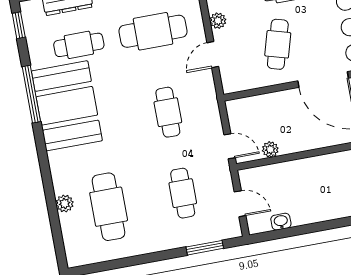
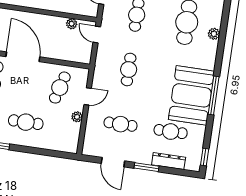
cafe table: (153, 31) -> (121, 124), width x0.73, depth x0.74
cafe table: (278, 44) -> (60, 88), moved
window: (31, 94) -> (214, 95), moved

